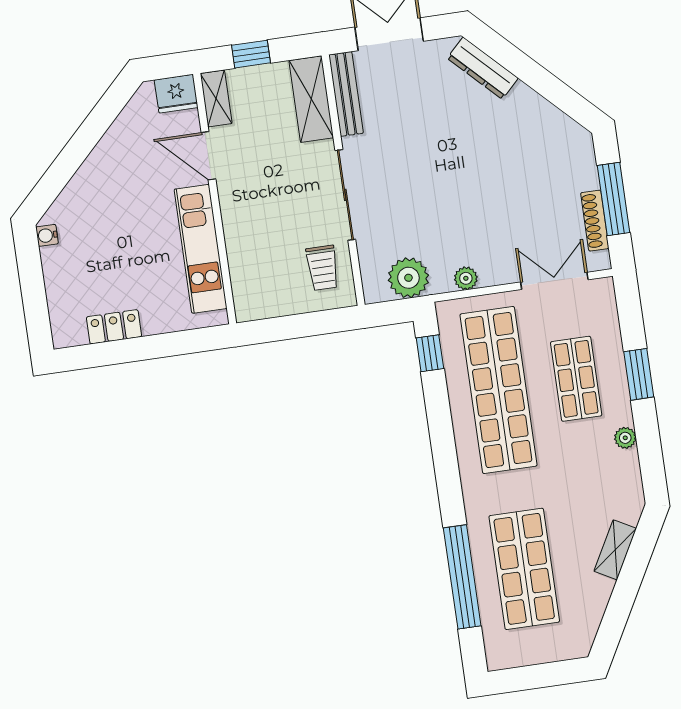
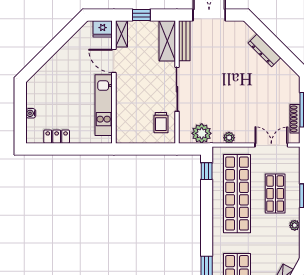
dresser: (483, 68) -> (264, 50), moved
water cooler: (47, 235) -> (31, 113), moved

